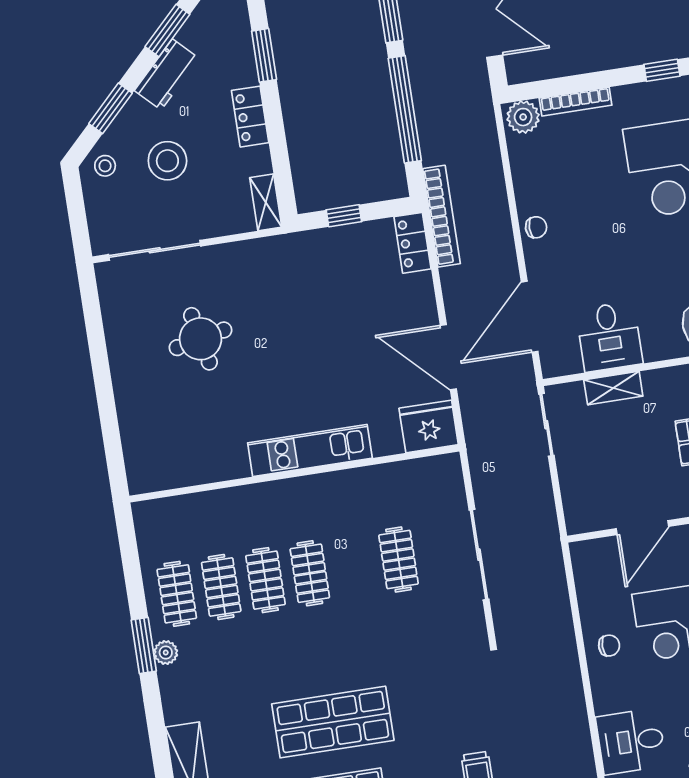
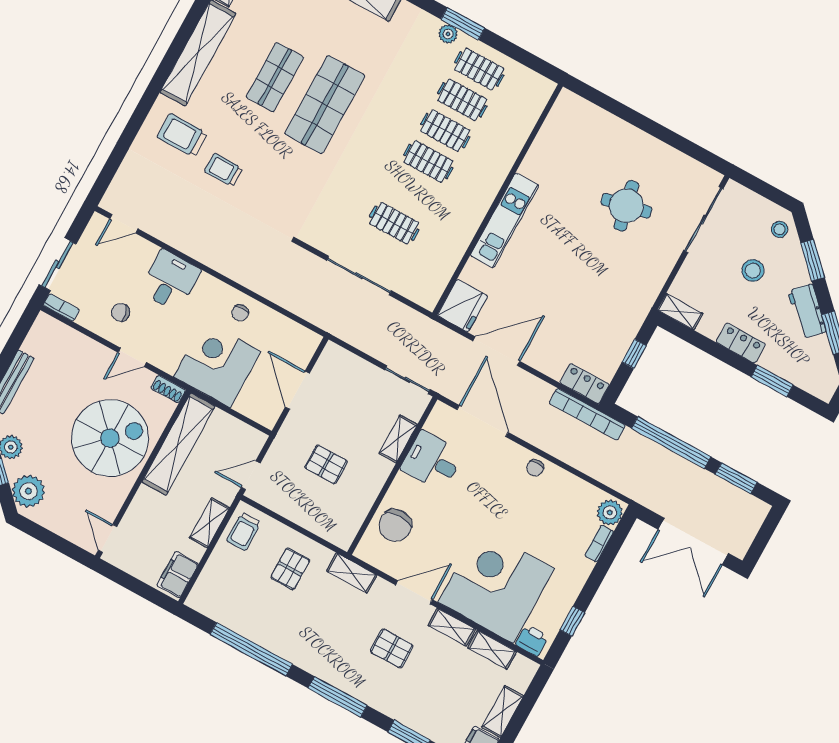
bookcase: (576, 102) -> (599, 544), width x0.64
stool: (167, 161) -> (753, 270), width x0.73, depth x0.73

